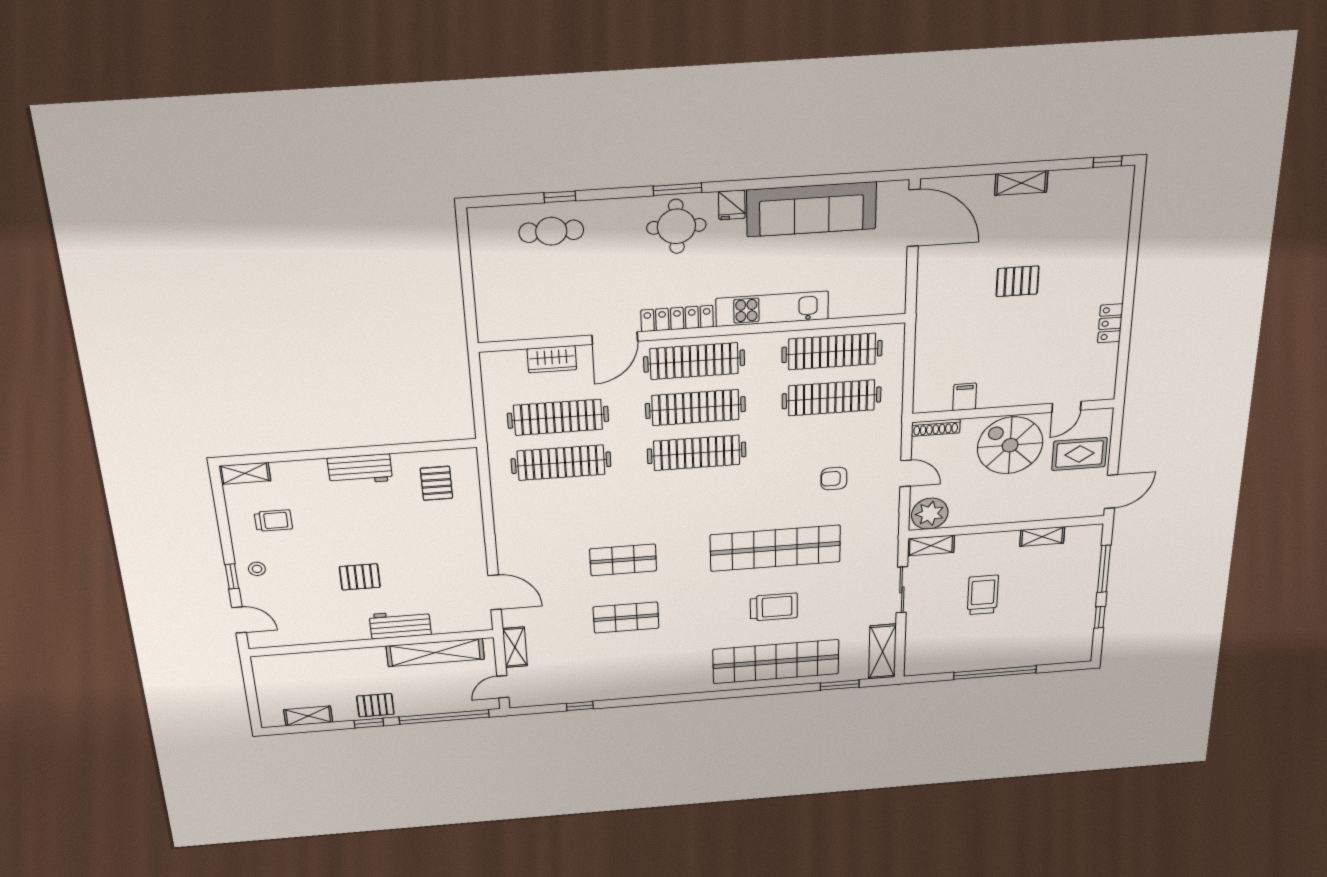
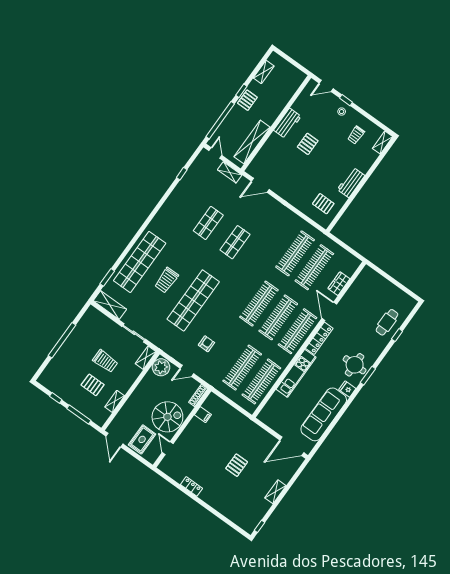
pallet: (1038, 585) -> (93, 385), added
workbench: (400, 624) -> (287, 123), moved

